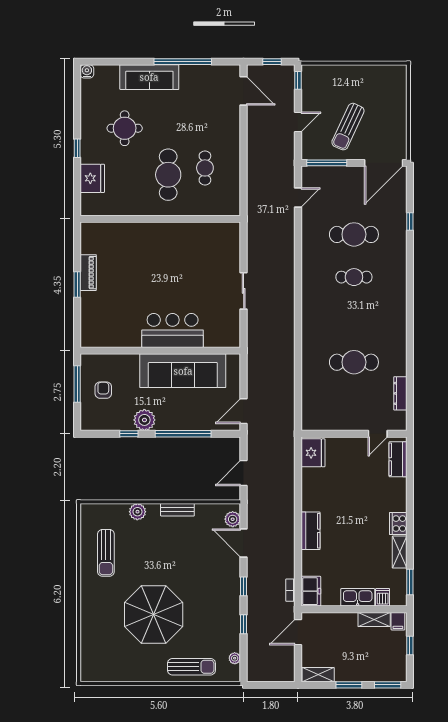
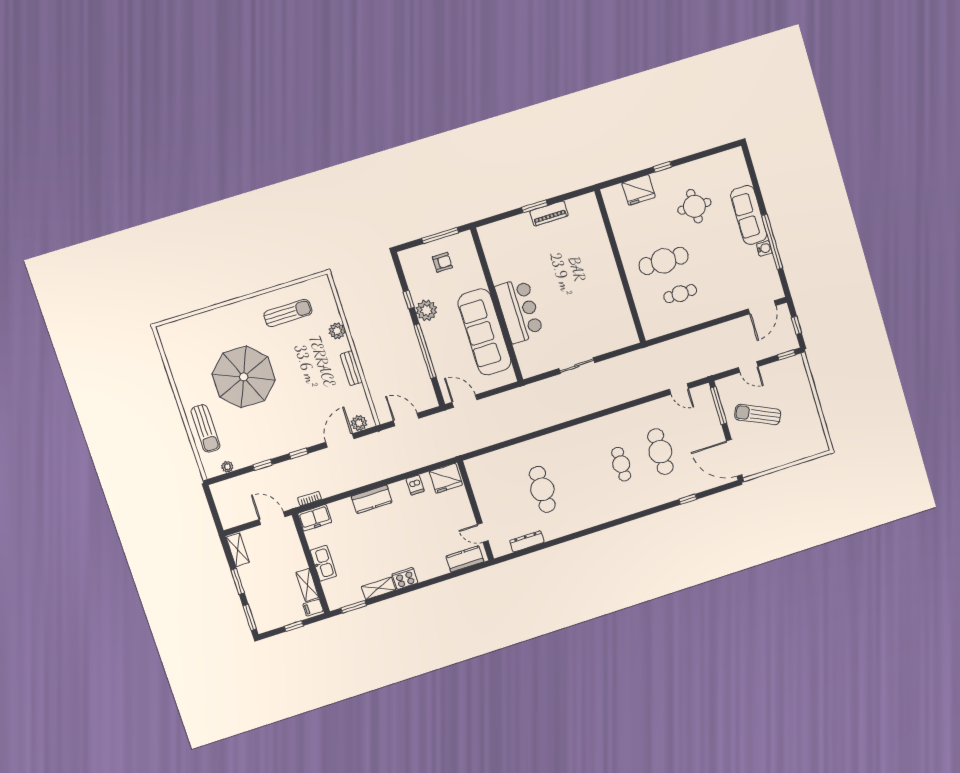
water cooler: (87, 71) -> (764, 248), moved
sun lounger: (106, 553) -> (288, 313), turned 180
dishwasher: (383, 597) -> (415, 485), moved, turned 90

